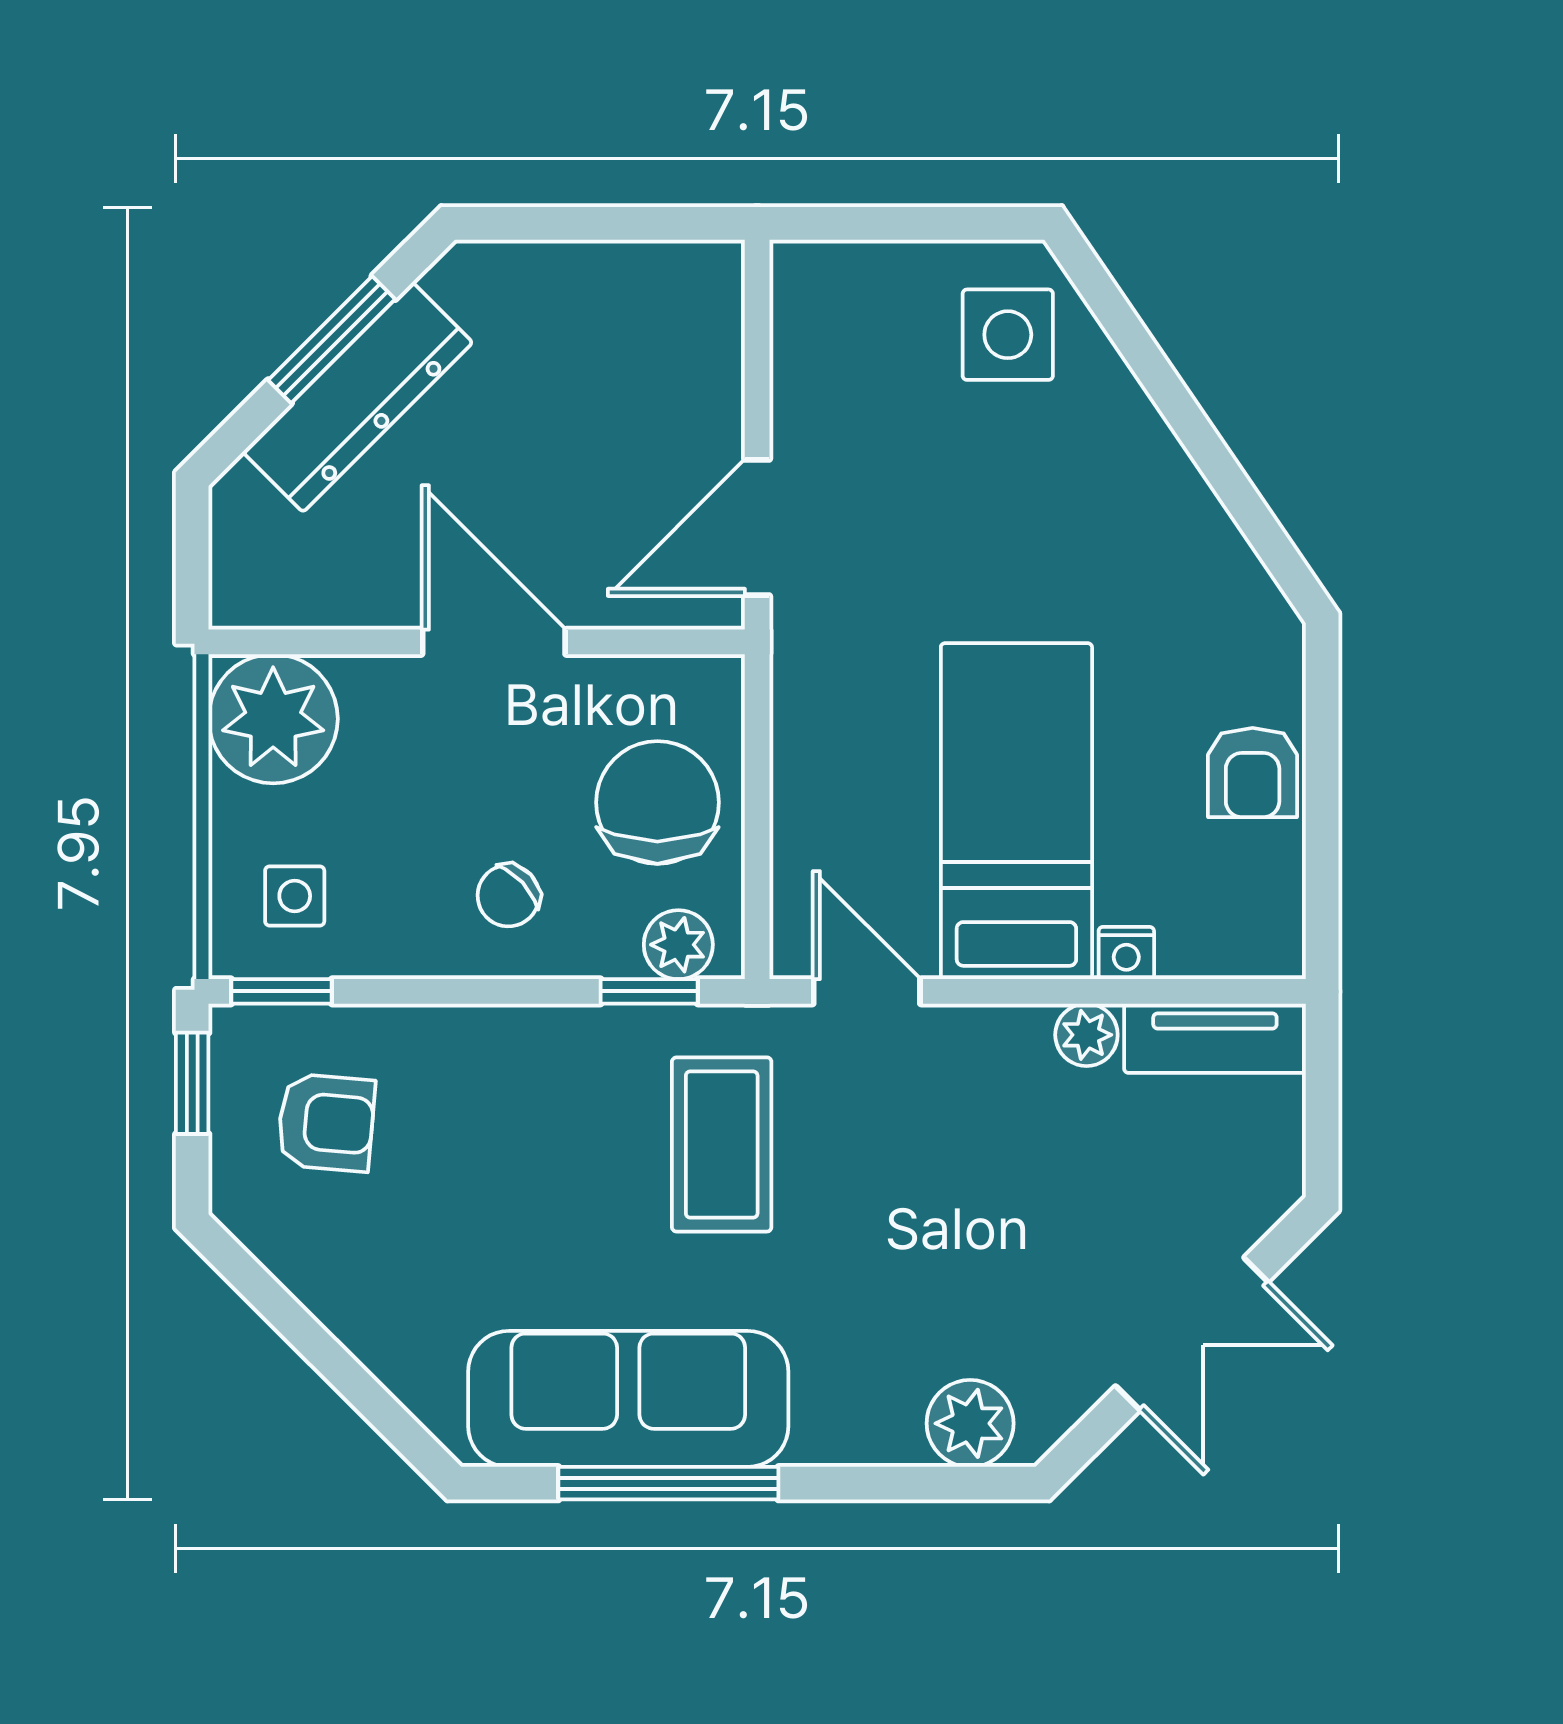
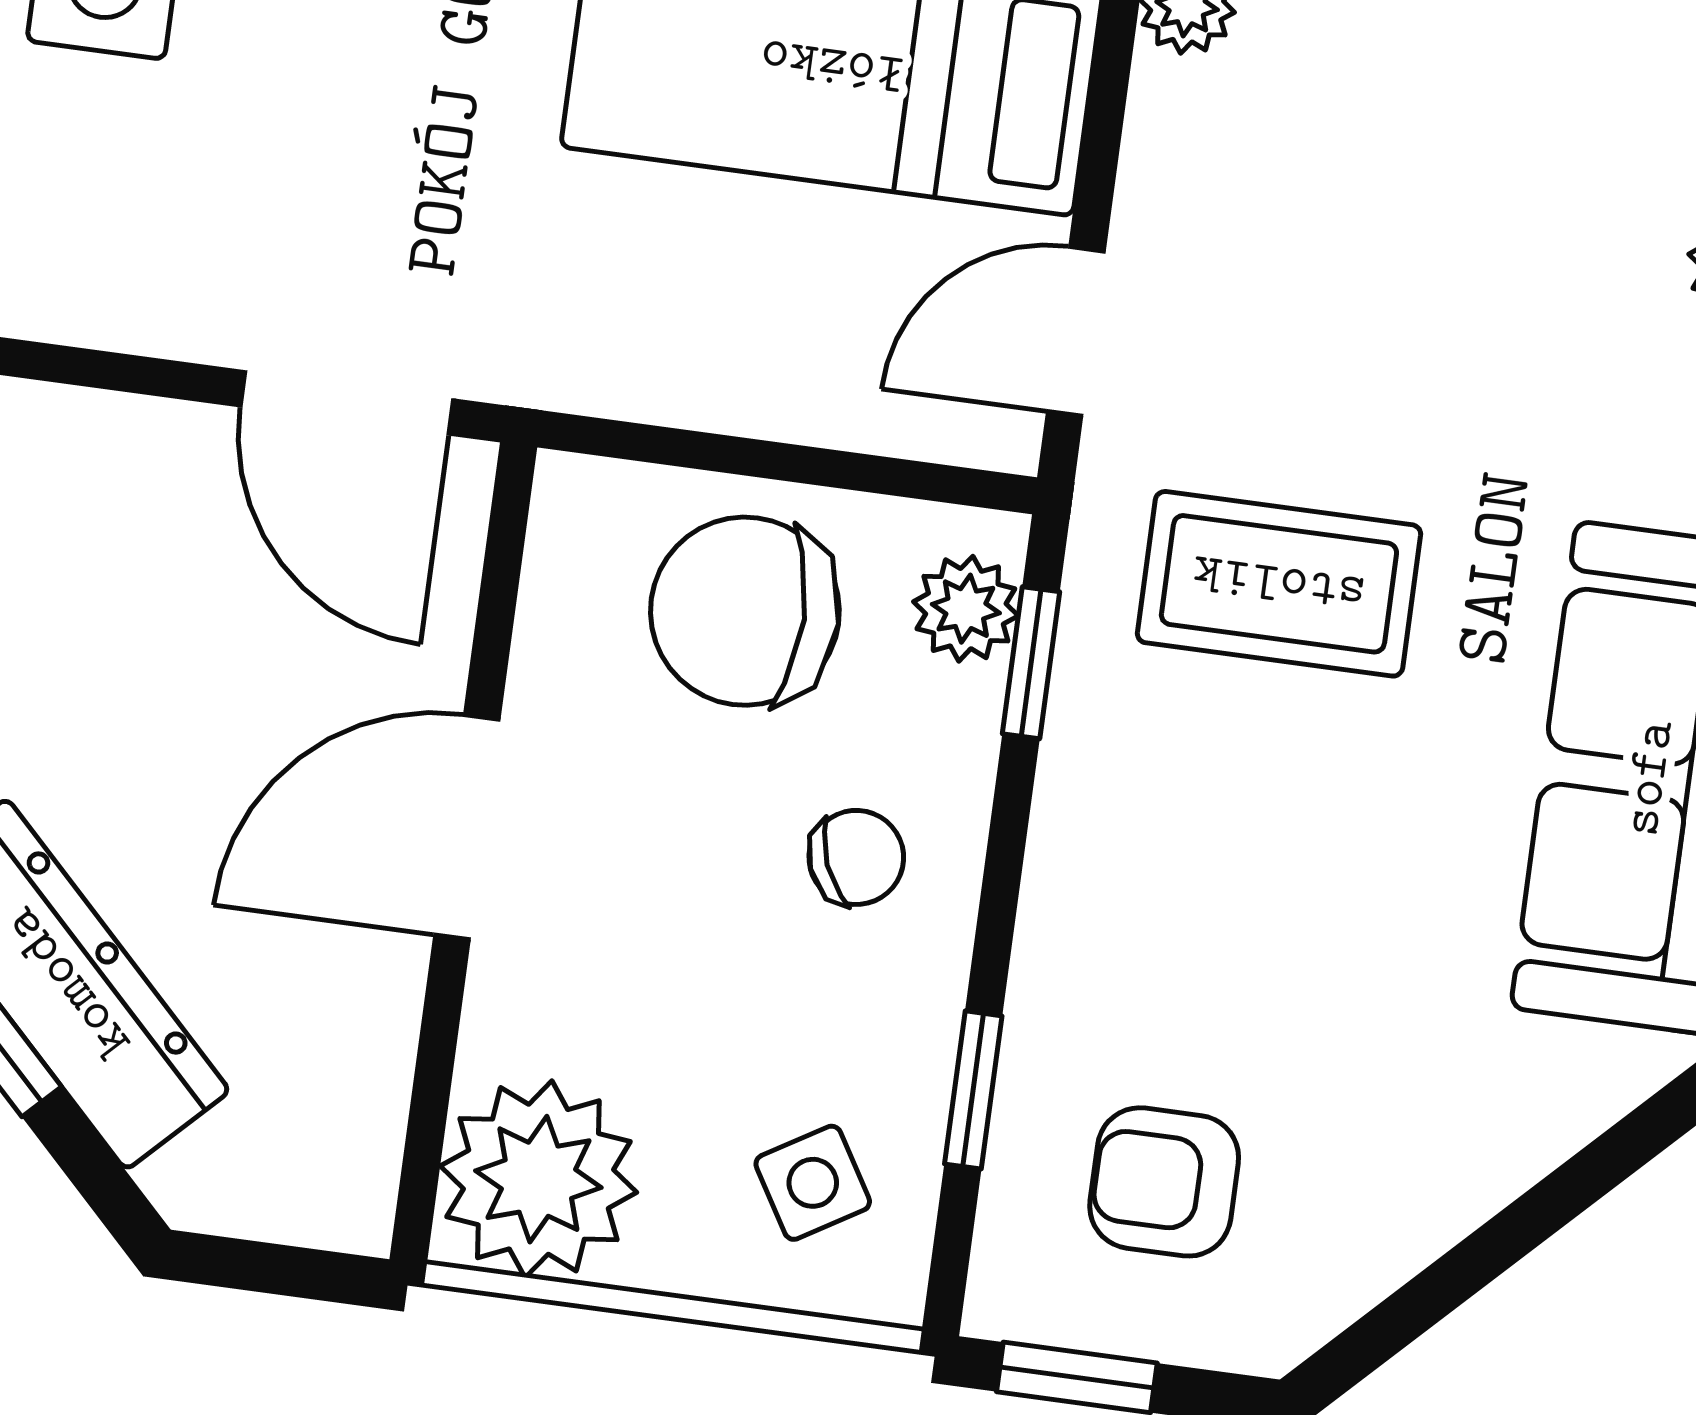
side table: (295, 896) -> (813, 1183), turned -31
chair: (508, 896) -> (856, 857), turned -69
window: (281, 991) -> (973, 1090), moved
armchair: (326, 1123) -> (1164, 1182), turned -95

